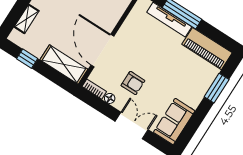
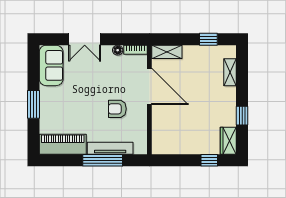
shelving: (64, 64) -> (167, 52), width x0.67, depth x0.75
armchair: (133, 83) -> (117, 109), moved
window: (217, 88) -> (33, 104), moved

